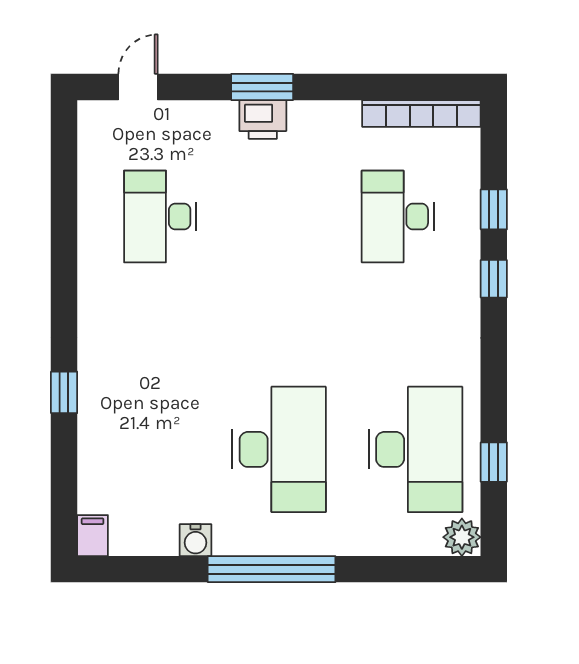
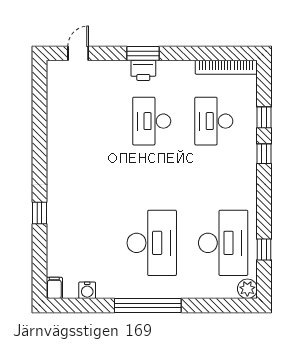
desk: (160, 216) -> (152, 121), moved
water cooler: (196, 540) -> (87, 290), moved

